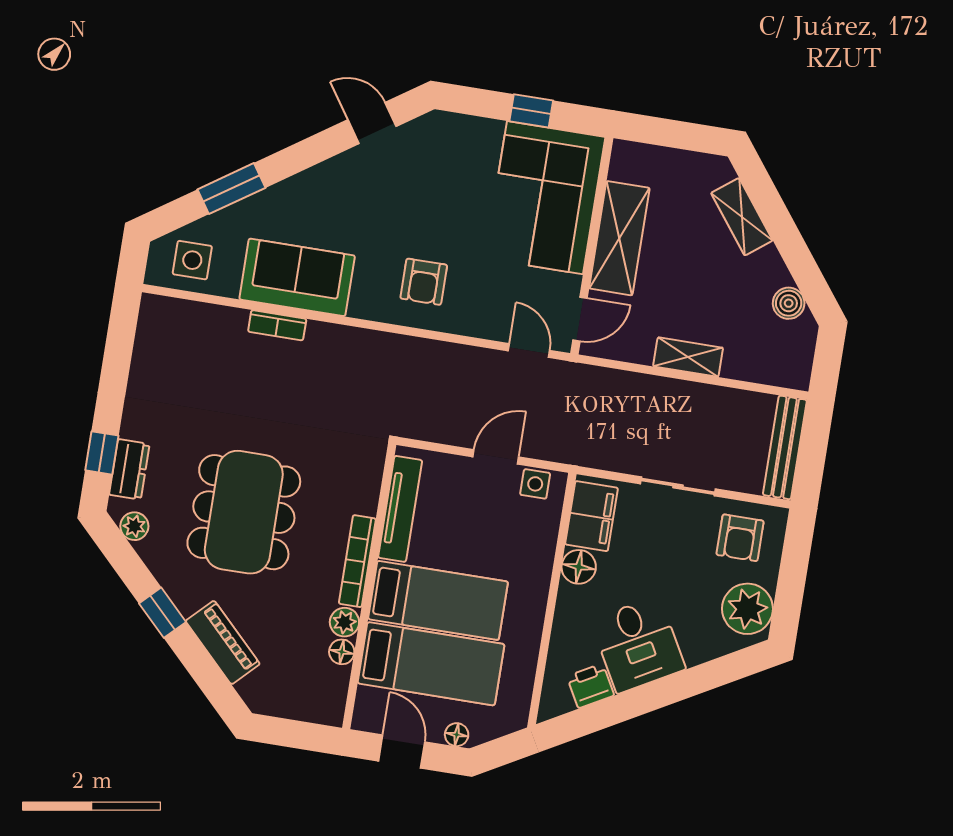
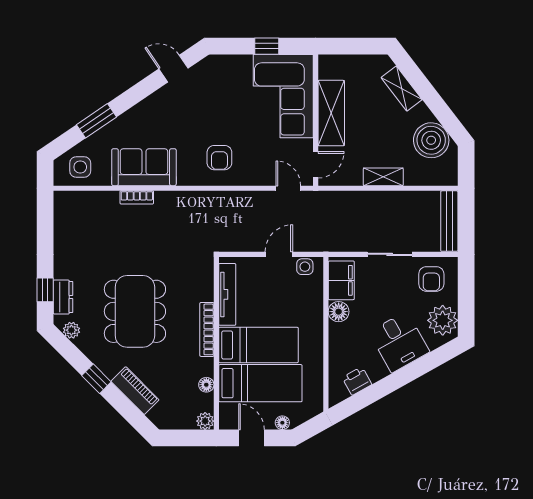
boiler: (789, 303) -> (431, 140), width x1.86, depth x1.86
plant: (344, 622) -> (205, 421), moved
desk: (638, 645) -> (399, 342), moved

